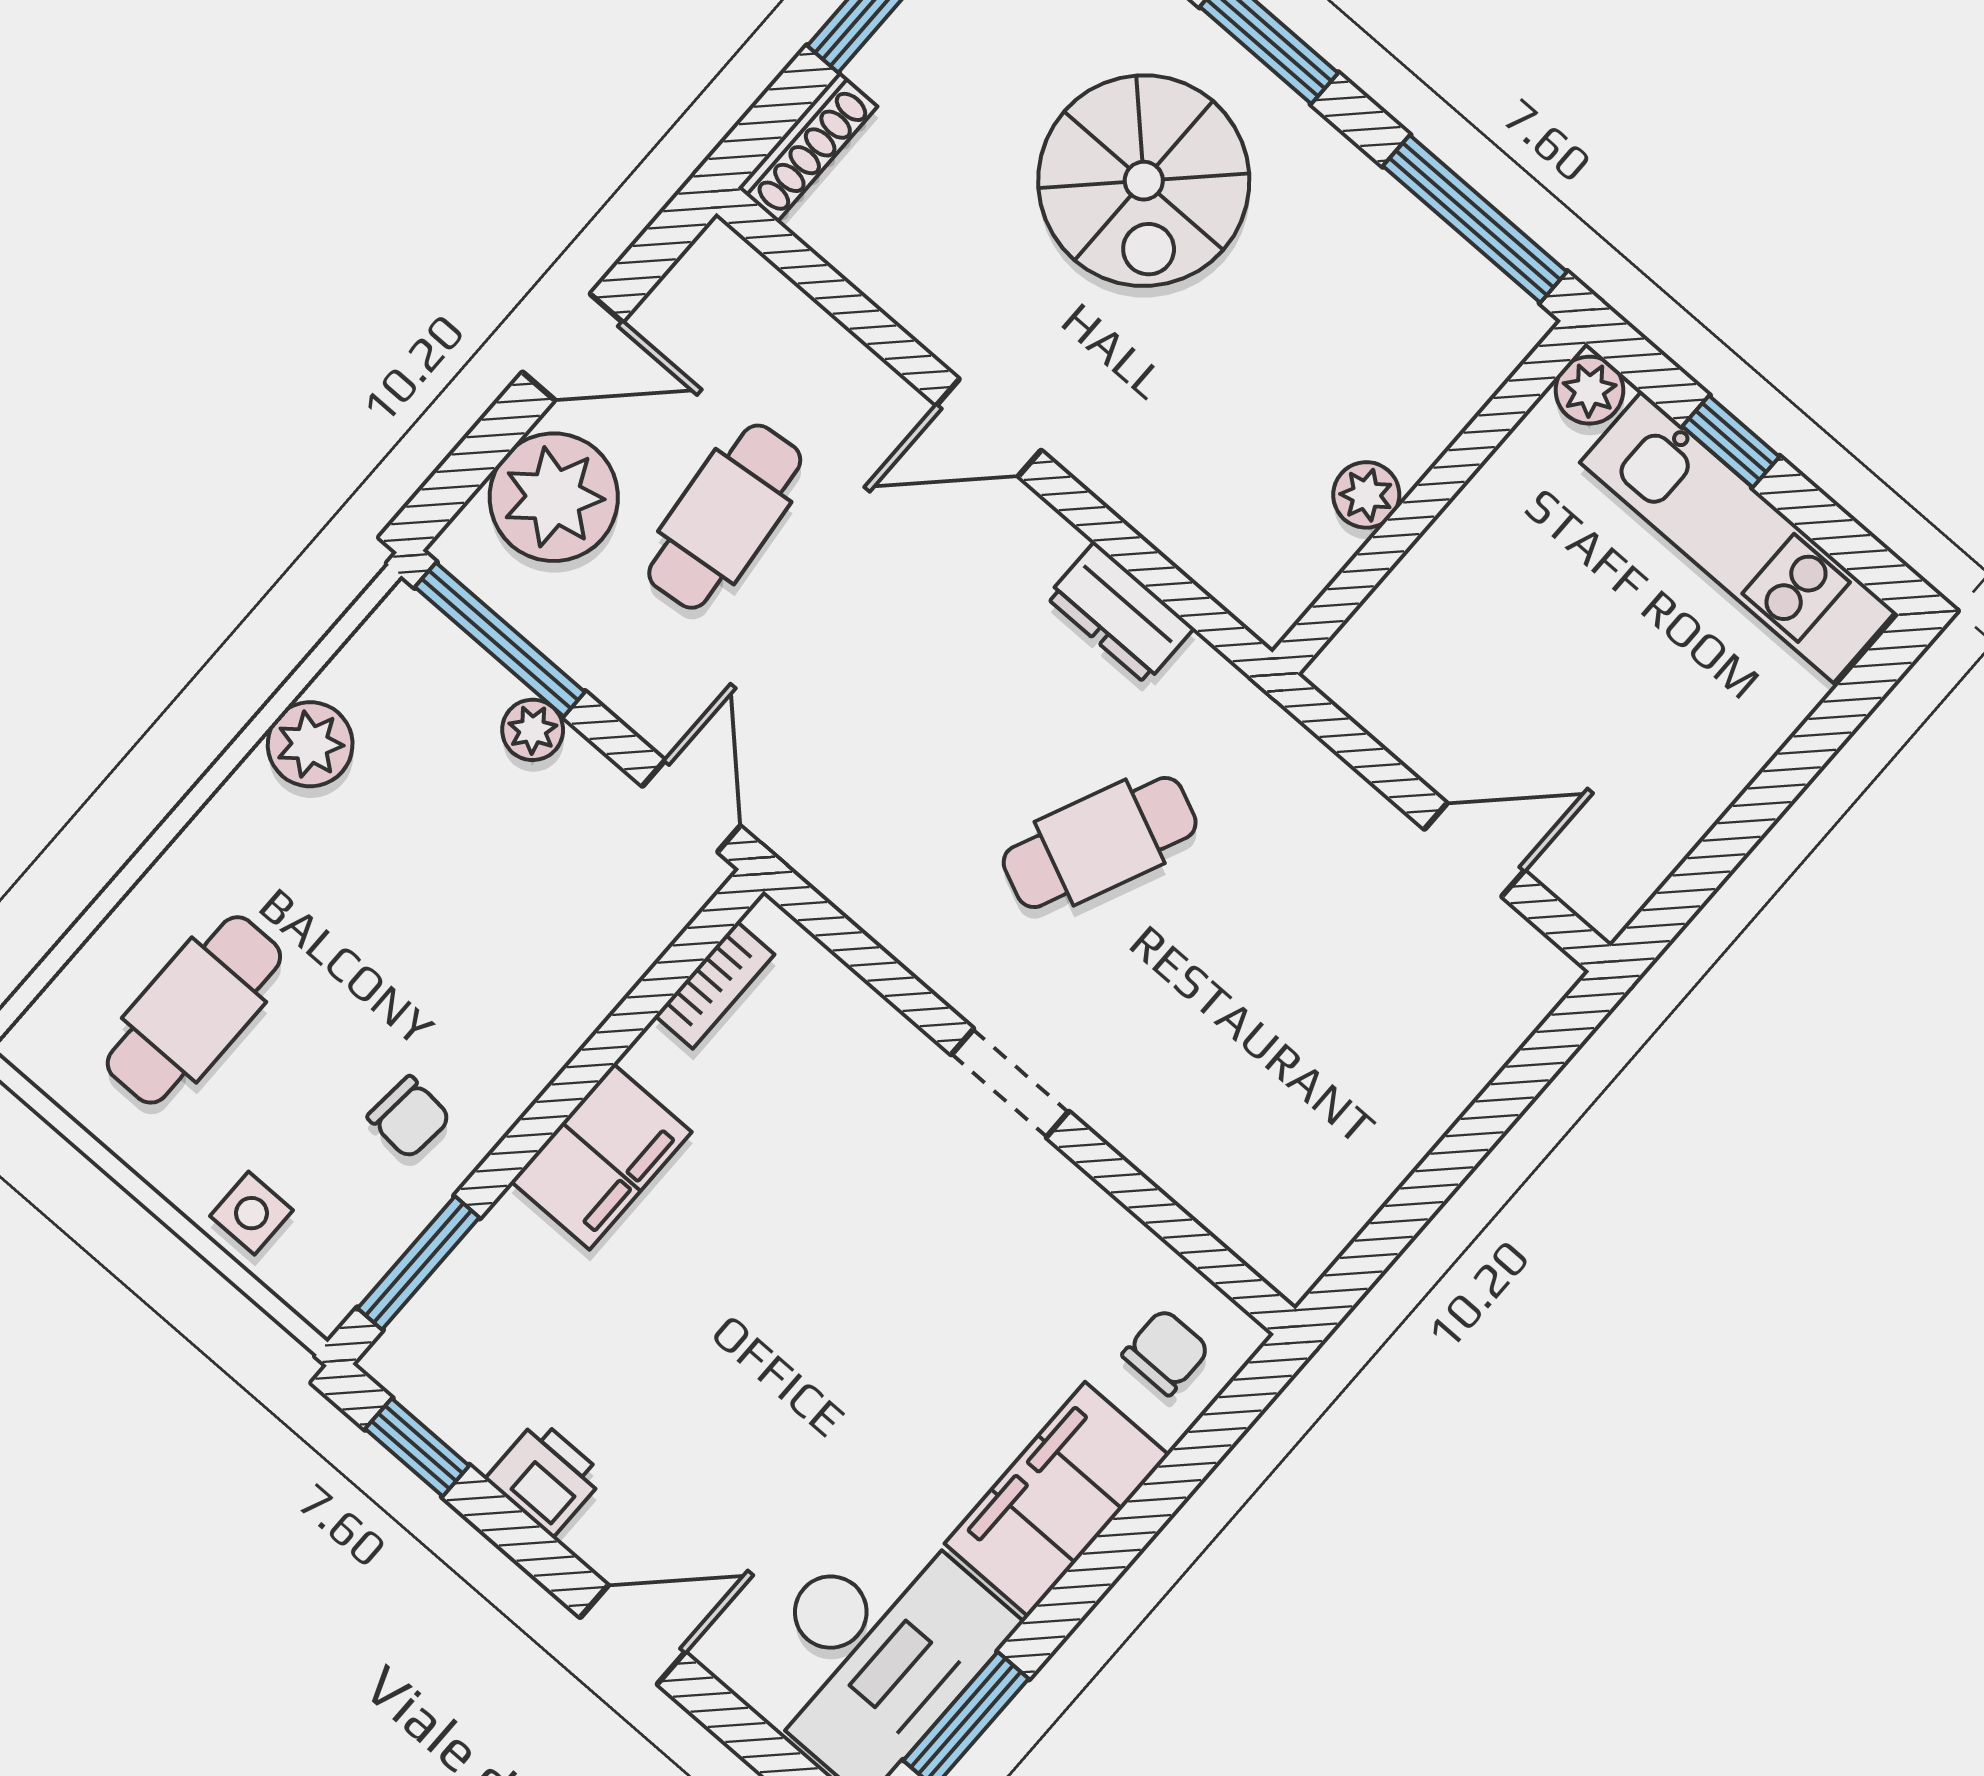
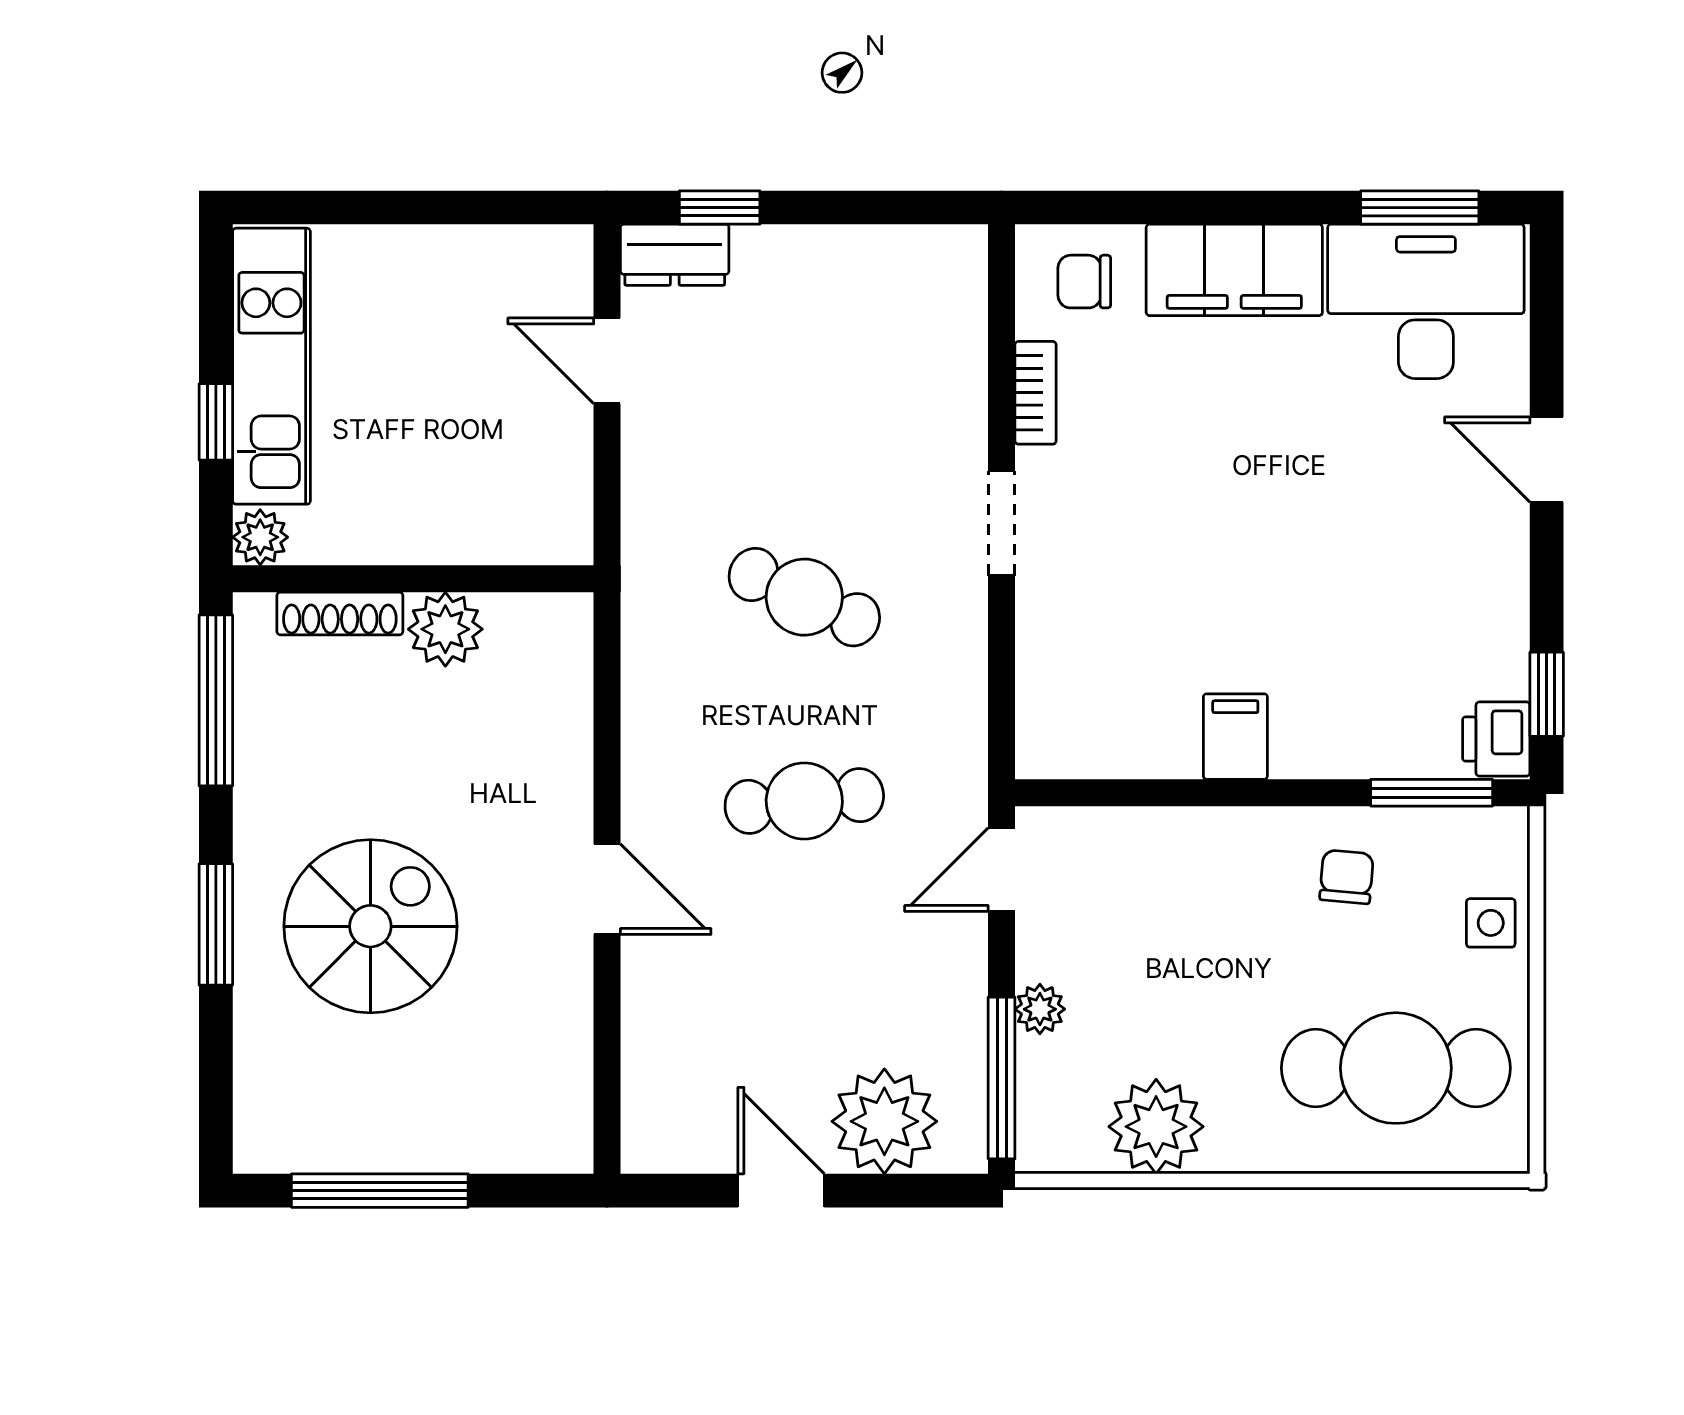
shoe rack: (808, 147) -> (340, 613), moved, turned 180
plant: (1366, 495) -> (445, 629), width x1.38, depth x1.38
cafe table: (725, 517) -> (804, 801), moved
dresser: (1120, 613) -> (675, 255), moved, turned 90
plant: (310, 744) -> (1156, 1127), width x1.36, depth x1.36
bookcase: (715, 985) -> (1036, 393), moved, turned 90
cafe table: (194, 1010) -> (1396, 1068), width x1.37, depth x1.35
window: (1525, 1076) -> (720, 208), added
filing cabinet: (601, 1157) -> (1235, 737), width x0.50
printer: (546, 1478) -> (1496, 739), moved

